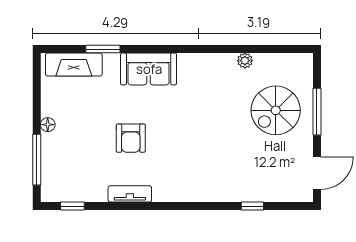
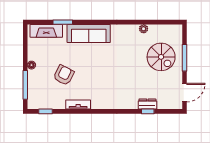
sofa: (149, 69) -> (89, 33), width x1.36
spiral stairs: (276, 110) -> (161, 57), turned -90
armchair: (131, 138) -> (64, 75), moved, turned -153
dresser: (252, 193) -> (147, 104), added

